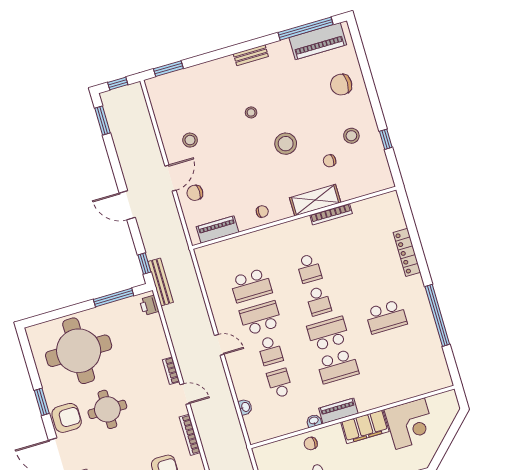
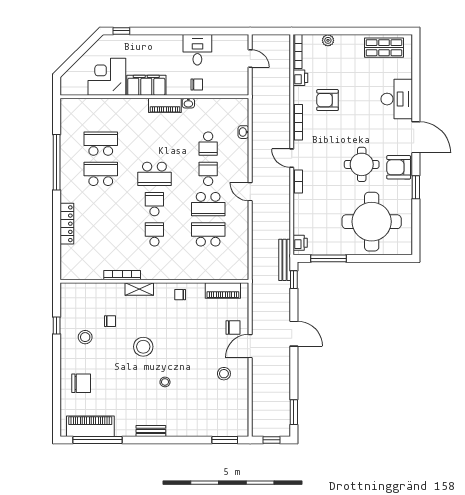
shelving: (315, 200) -> (139, 289), width x0.67, depth x0.75
school desk: (338, 366) -> (101, 144), moved

